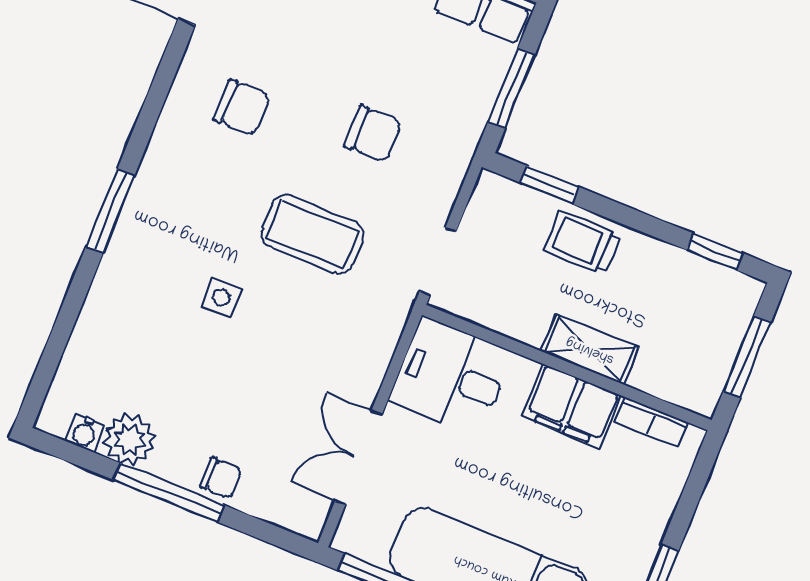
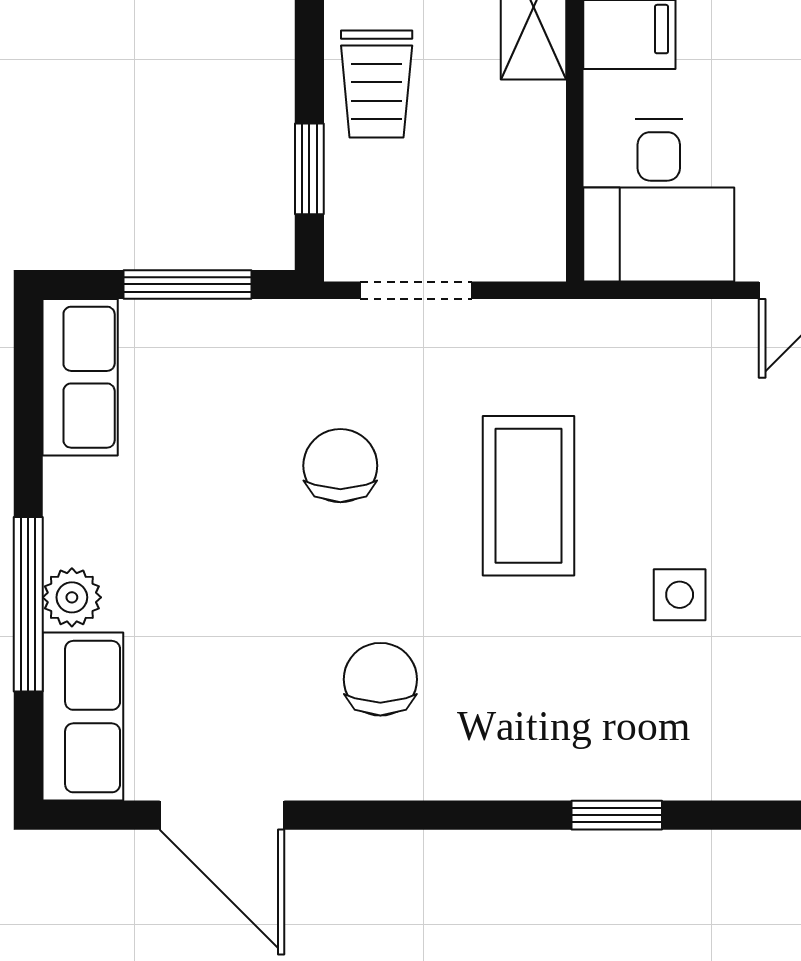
window: (110, 211) -> (617, 815), width x0.67
doorway: (438, 261) -> (416, 290), moved

